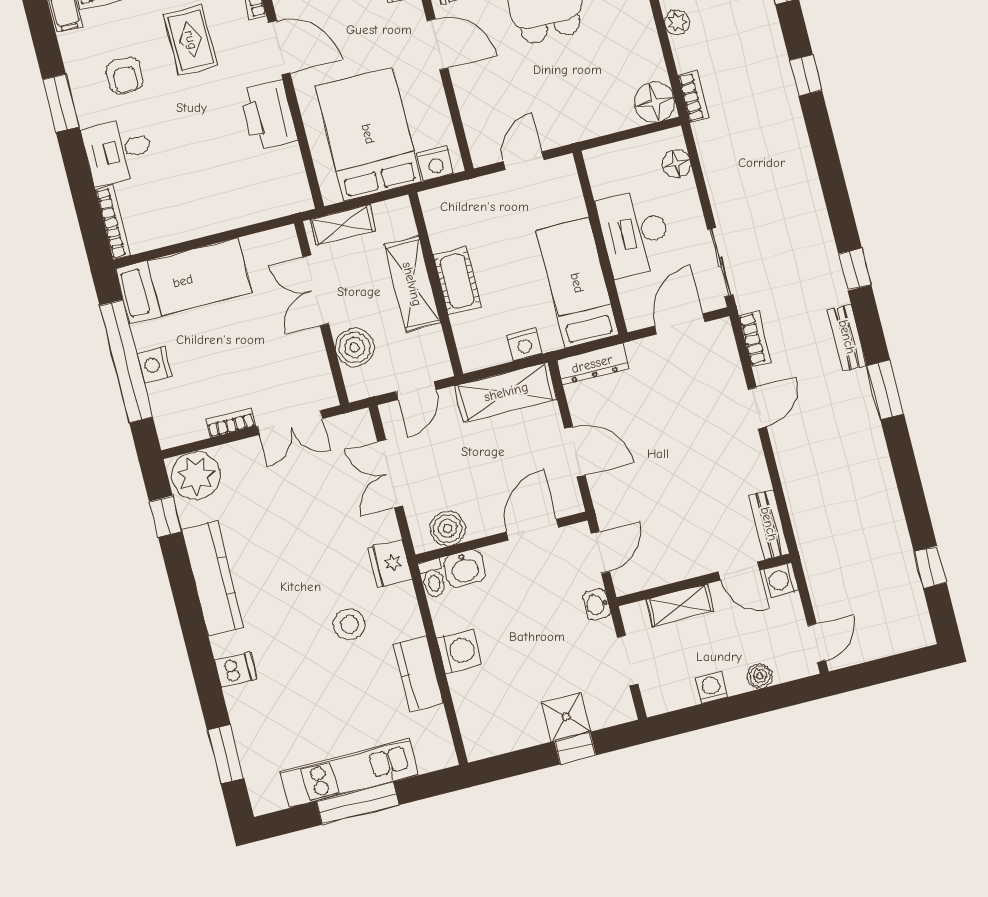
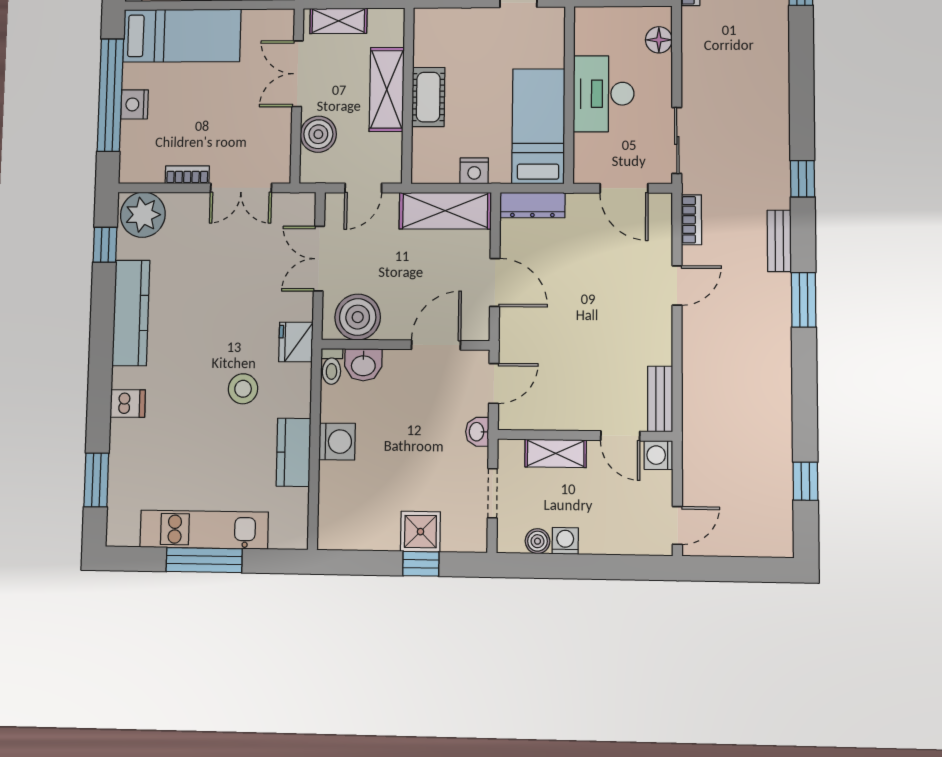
door: (680, 324) -> (624, 188), swing flipped
boiler: (447, 528) -> (358, 317), width x1.37, depth x1.37
boiler: (760, 676) -> (537, 541), moved

